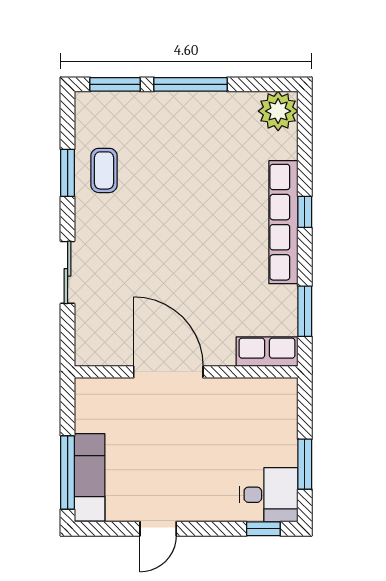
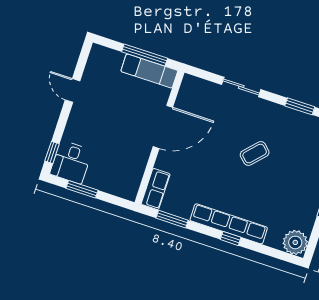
coffee table: (104, 170) -> (255, 154), moved, turned -47
window: (68, 472) -> (145, 55), moved
exam couch: (90, 477) -> (149, 71), moved

